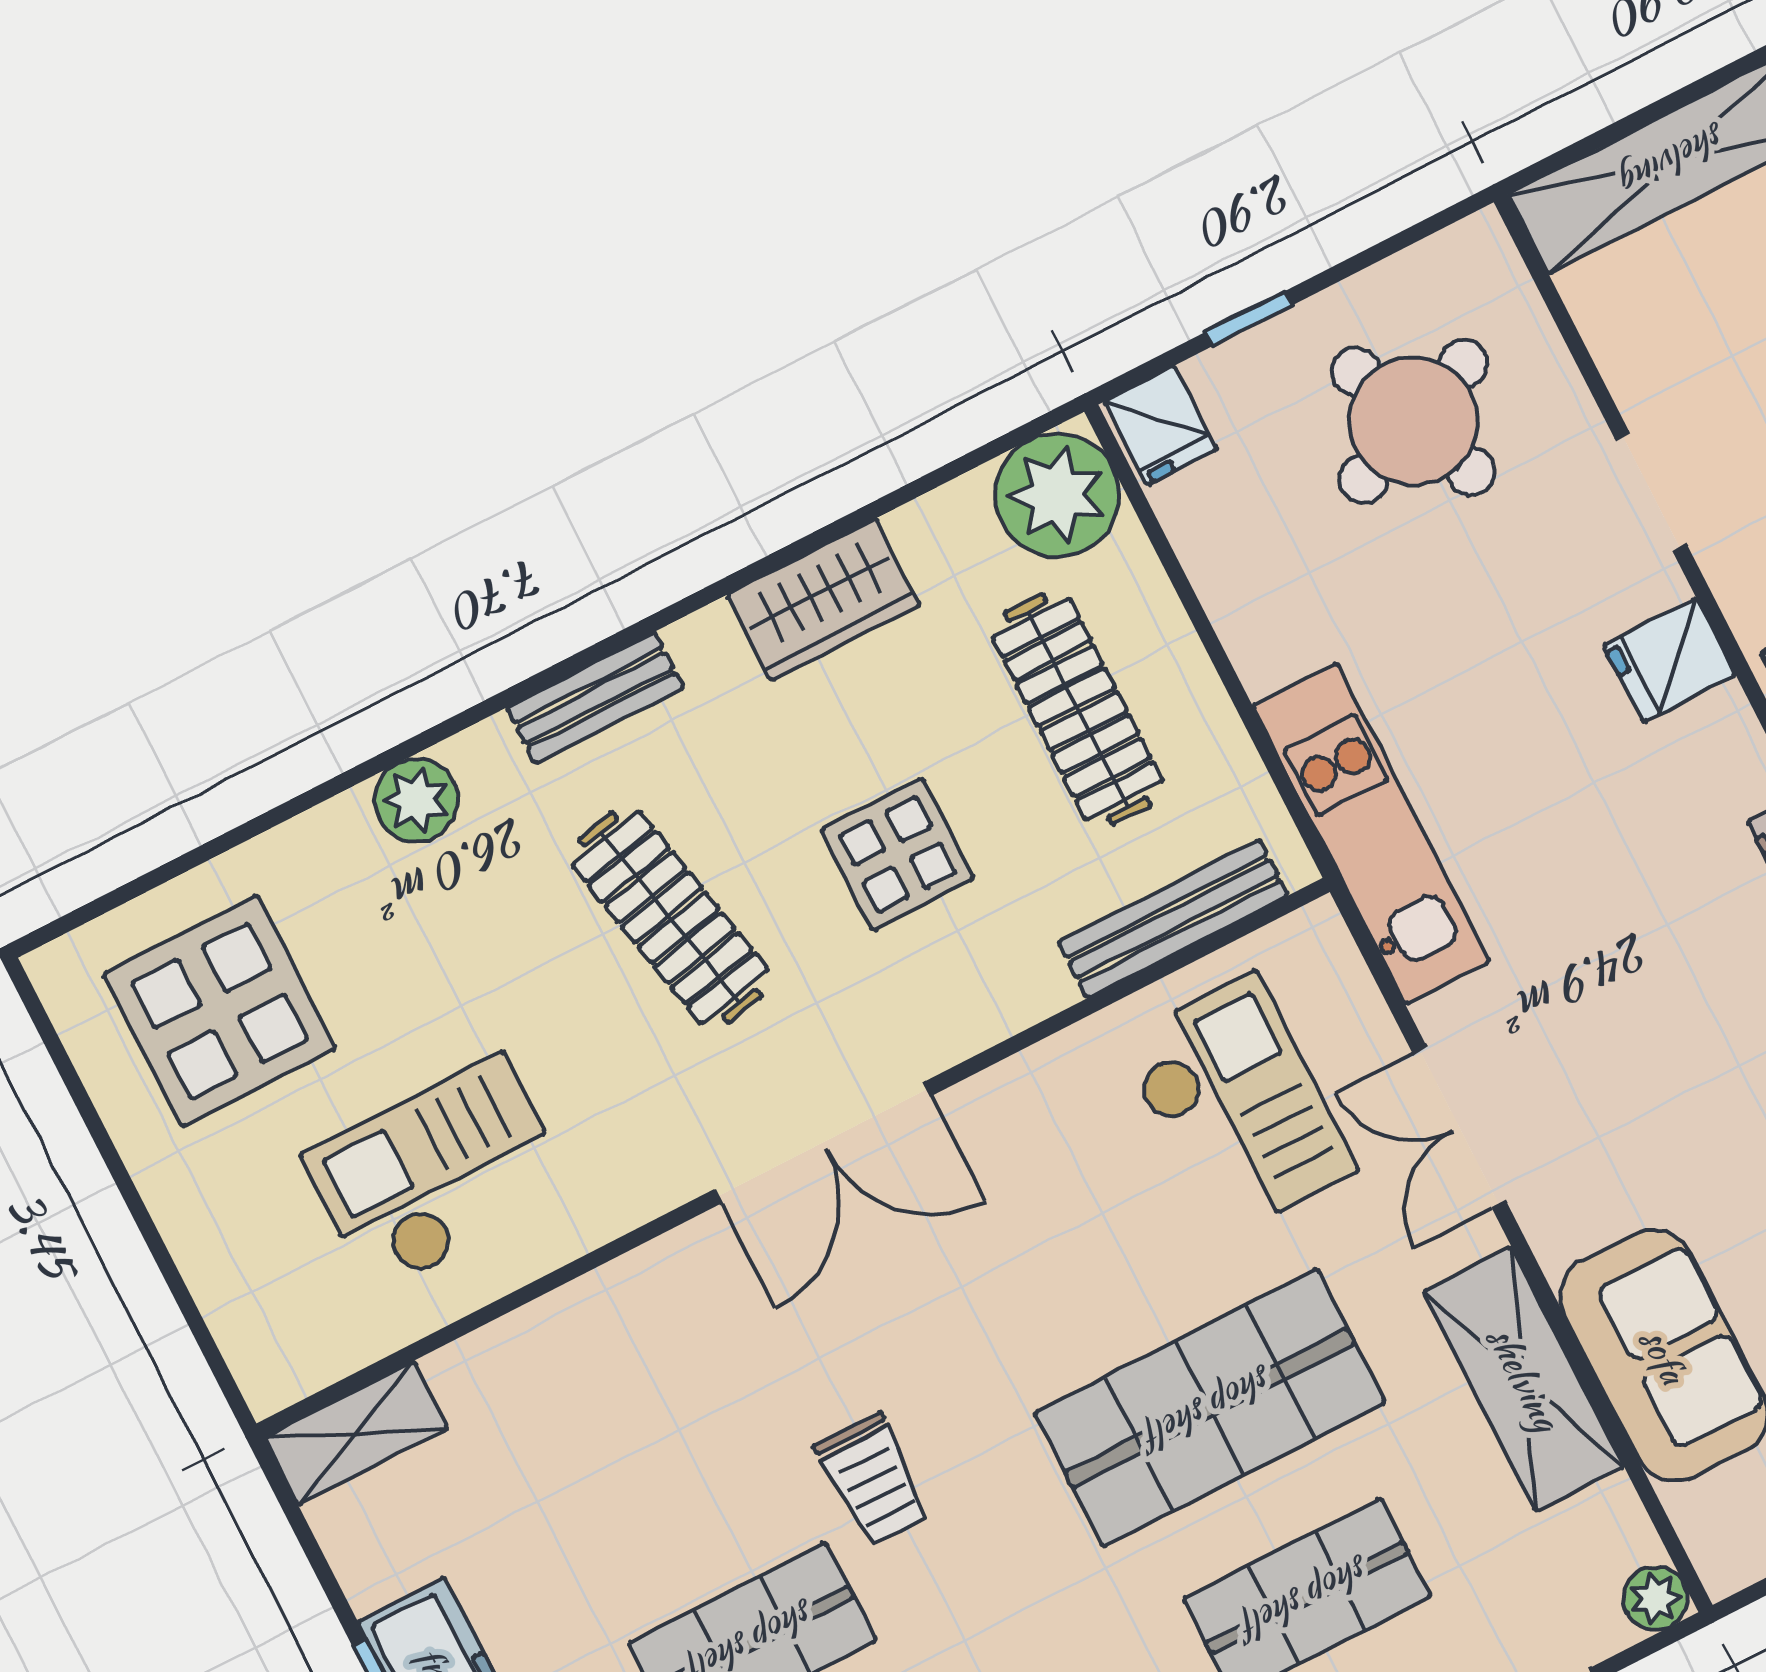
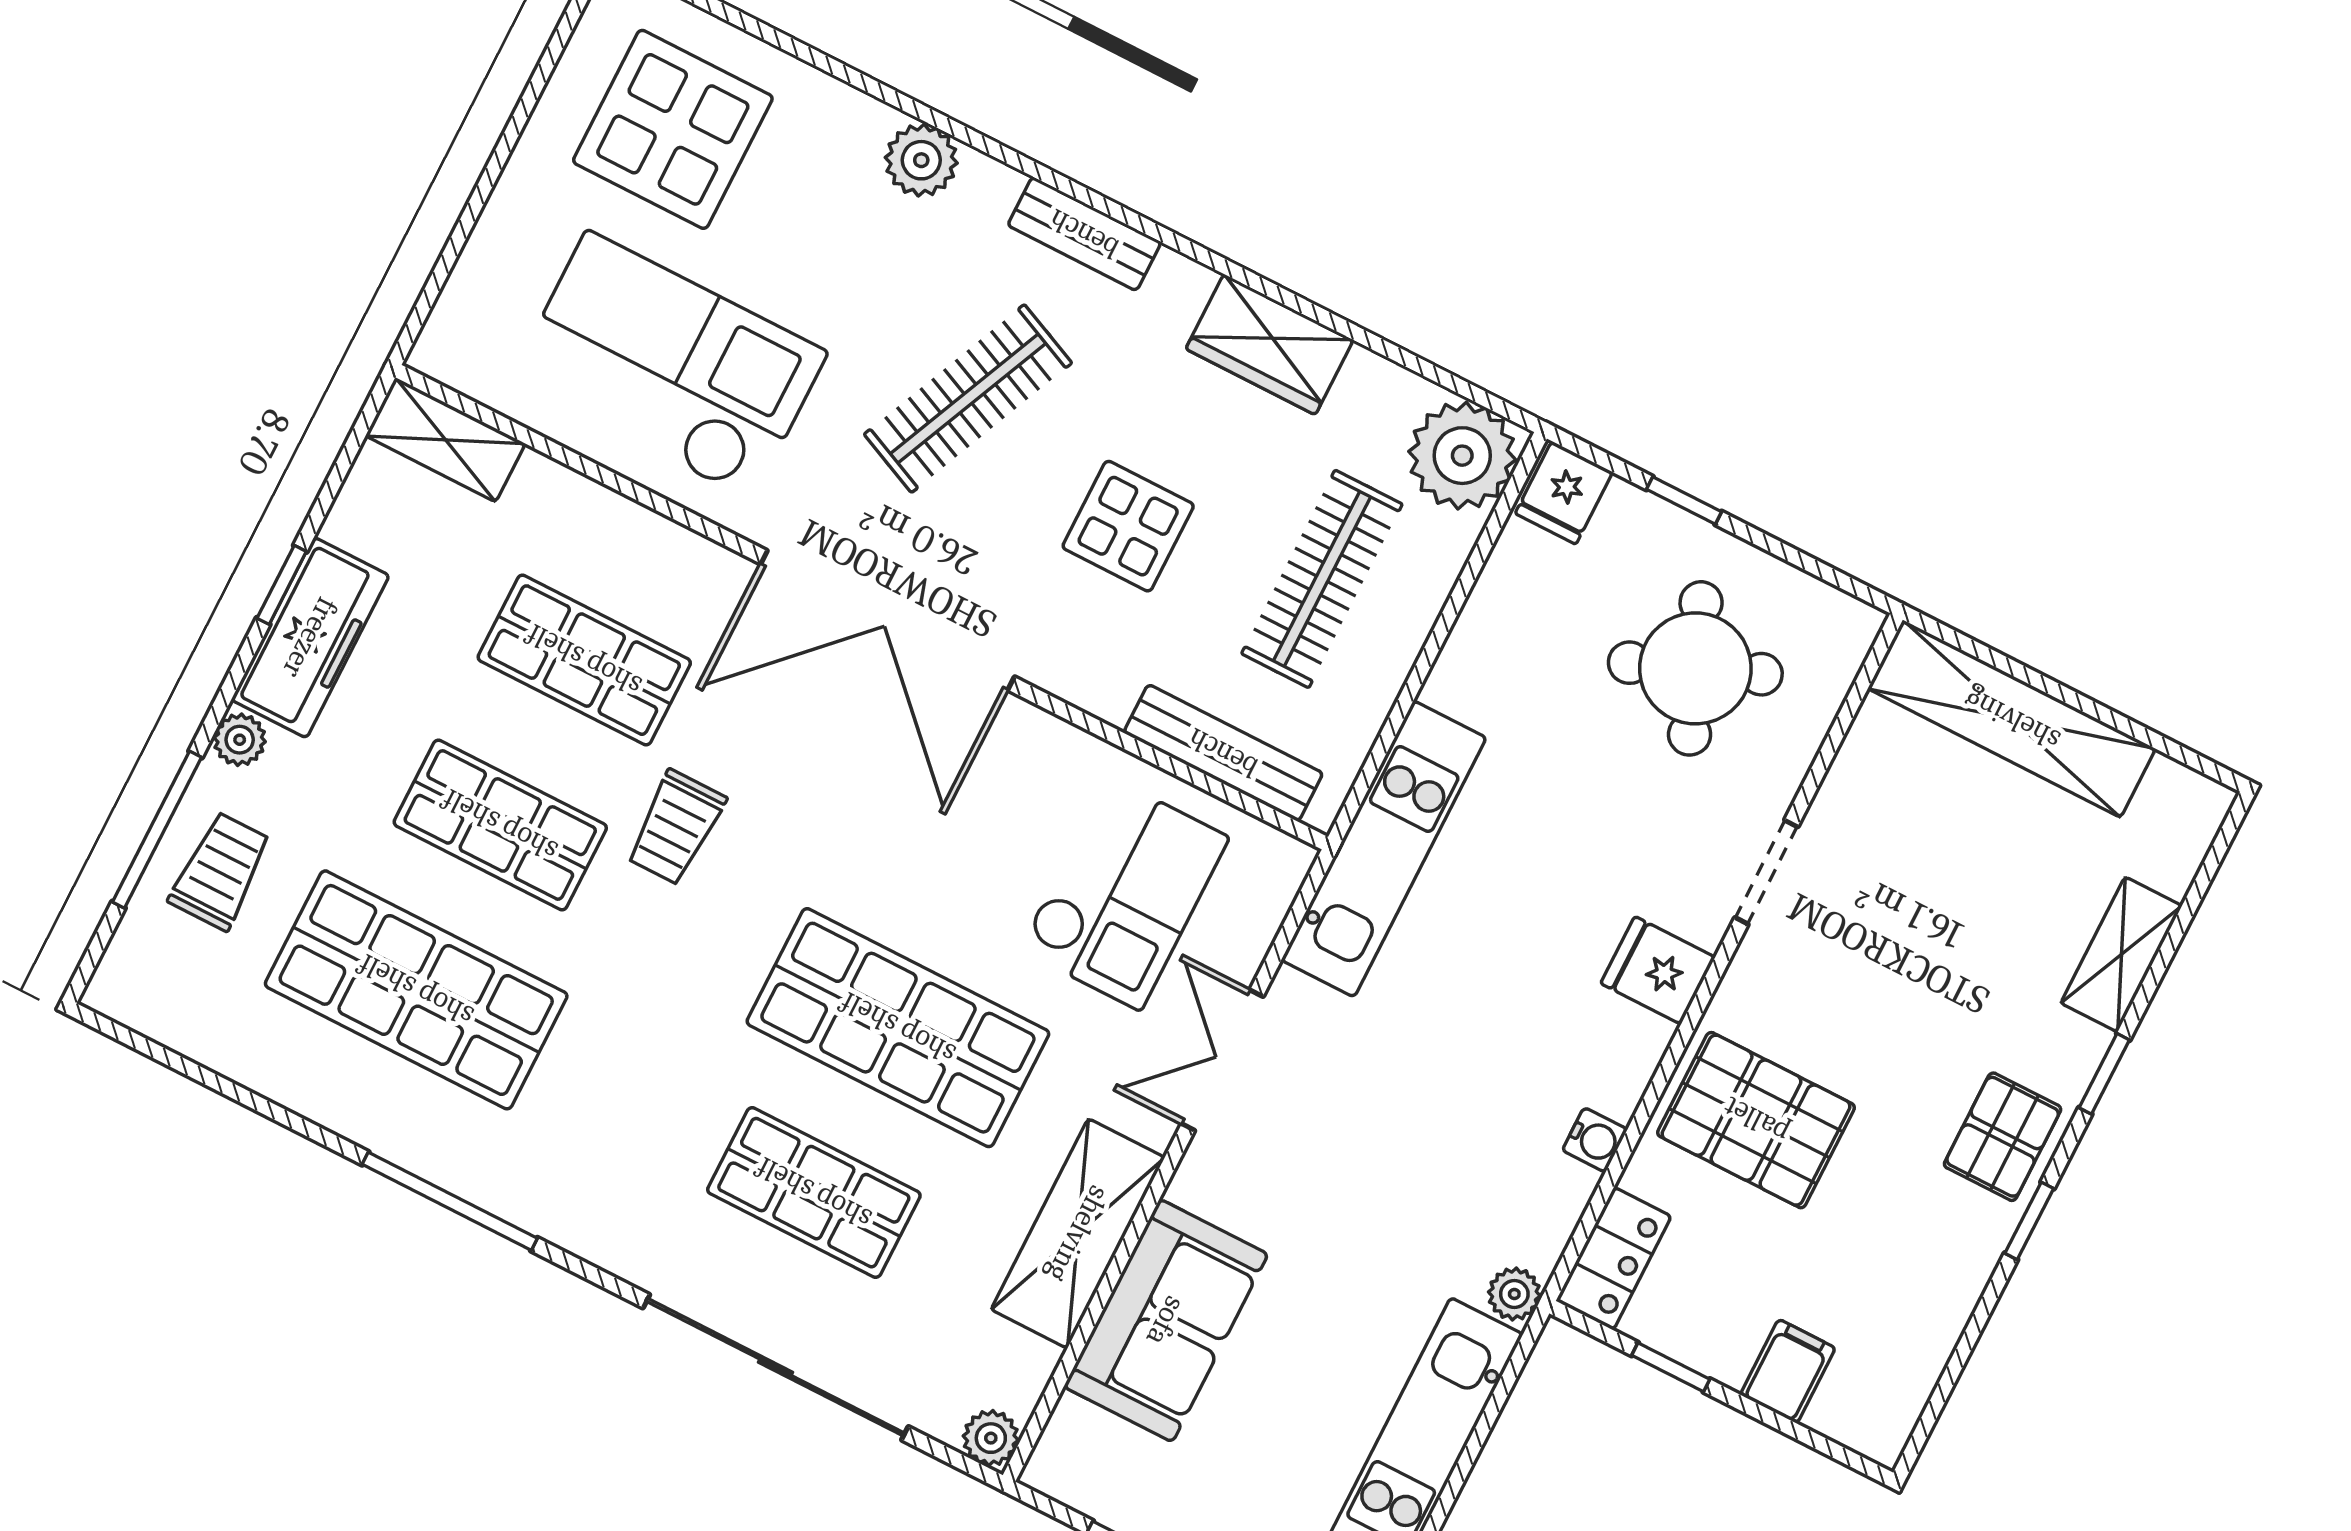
clothes rail: (670, 918) -> (968, 399), turned 36
double door: (823, 1142) -> (887, 620), width x1.36
checkout: (438, 1174) -> (669, 366), width x1.36, depth x1.21
shop shelf: (655, 1452) -> (584, 660), added

